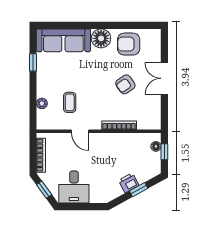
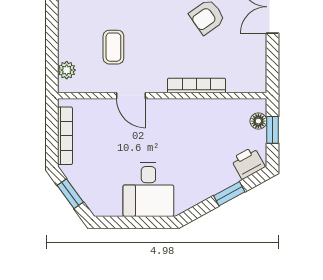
plant: (42, 103) -> (67, 70), moved
printer: (129, 183) -> (248, 163), moved
desk: (74, 187) -> (148, 189), moved

